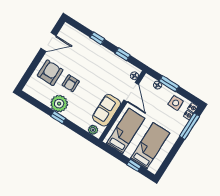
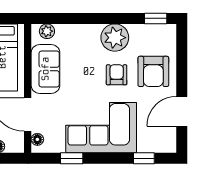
window: (97, 38) -> (144, 158), moved
corner sofa: (97, 61) -> (101, 128), added
window: (58, 117) -> (156, 18), moved

